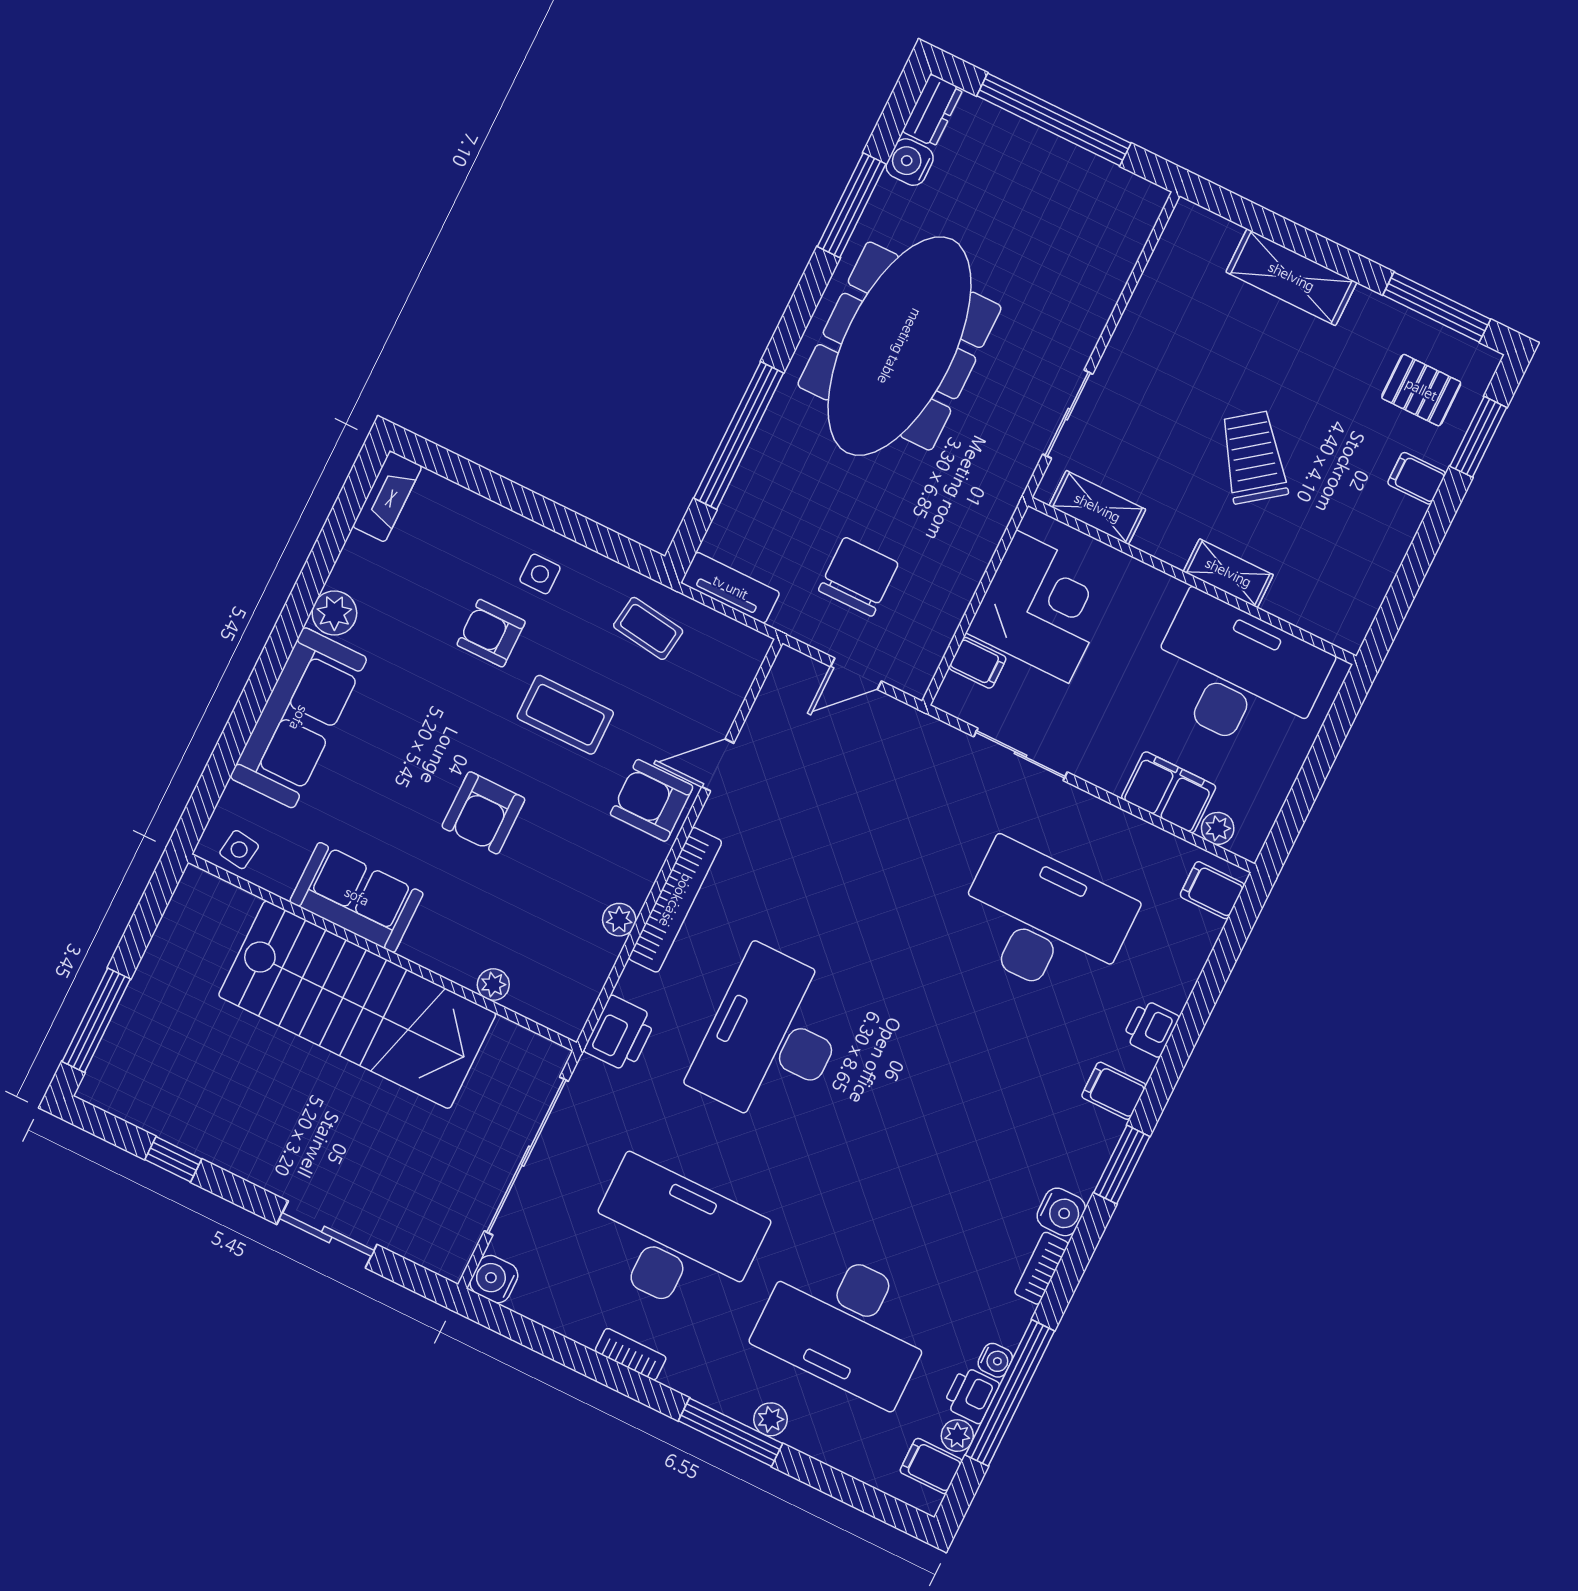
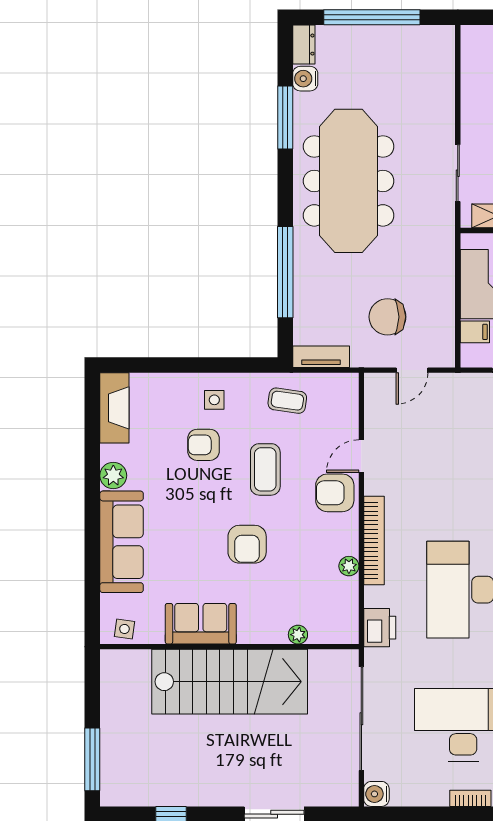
fireplace: (387, 496) -> (114, 408), width x1.37, depth x1.32
chair: (858, 577) -> (387, 317), turned -90
coffee table: (565, 715) -> (265, 469), turned 90

